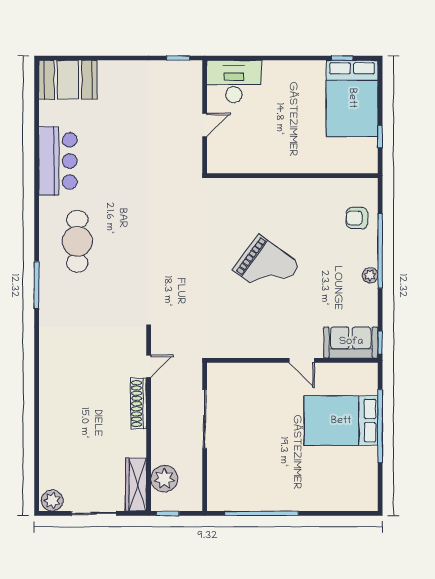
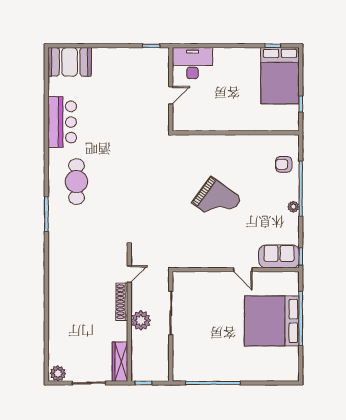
bed: (341, 421) -> (272, 321), width x1.36
plant: (164, 479) -> (141, 320), moved

